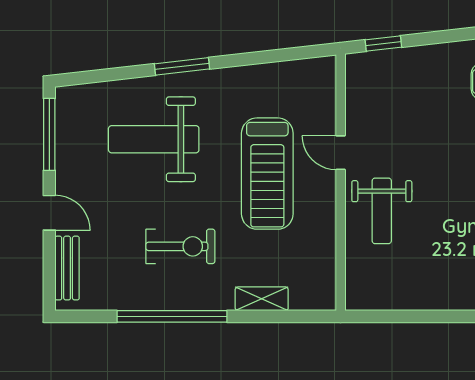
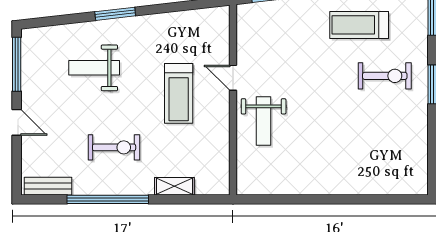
weight bench: (154, 139) -> (94, 68), width x0.73, depth x0.75
treadmill: (267, 174) -> (179, 93), width x0.73, depth x0.73
bench: (67, 268) -> (48, 186), moved, turned 90

